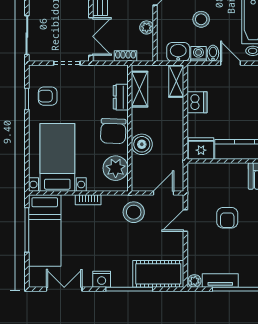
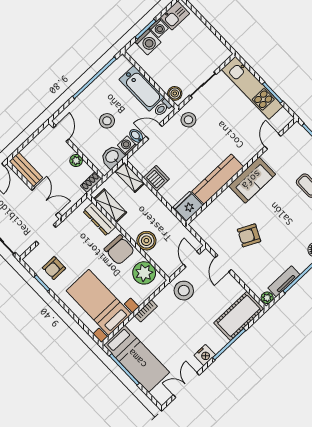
shoe rack: (126, 56) -> (91, 182), moved
dresser: (121, 97) -> (99, 219), width x1.44
armchair: (227, 218) -> (249, 235), turned 116

